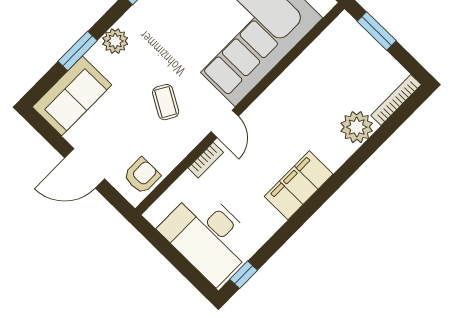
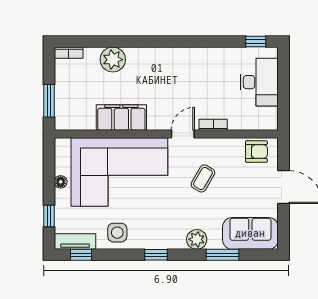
bookcase: (396, 100) -> (69, 53), width x0.64
armchair: (142, 176) -> (256, 152), turned 180
filing cabinet: (299, 185) -> (121, 117), moved, turned 180
desk: (208, 236) -> (259, 82), width x0.73, depth x0.77

